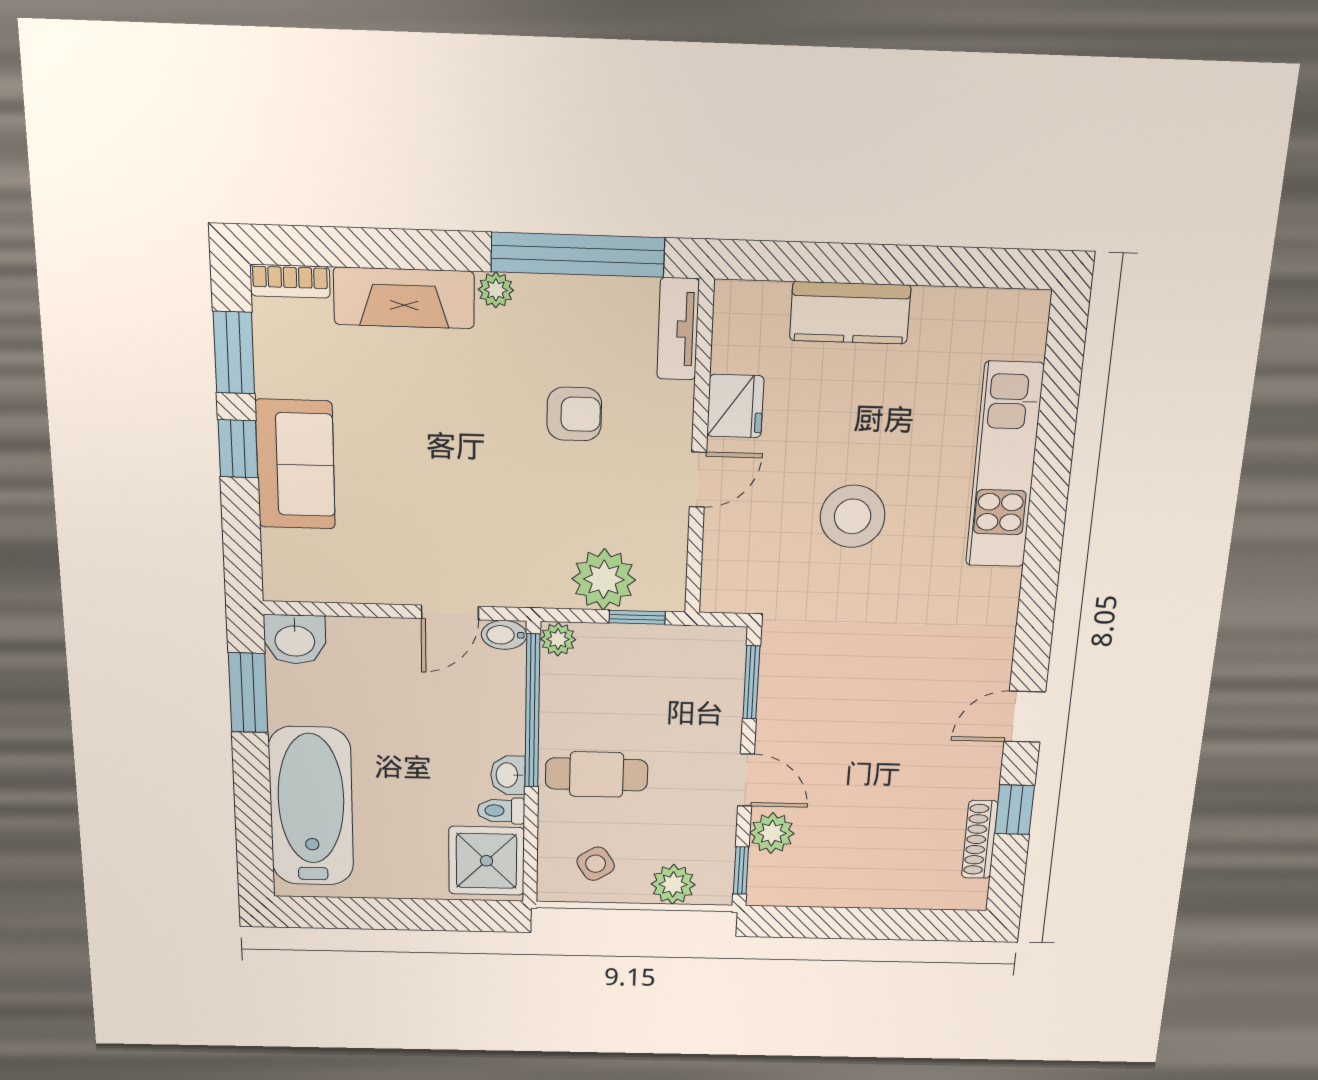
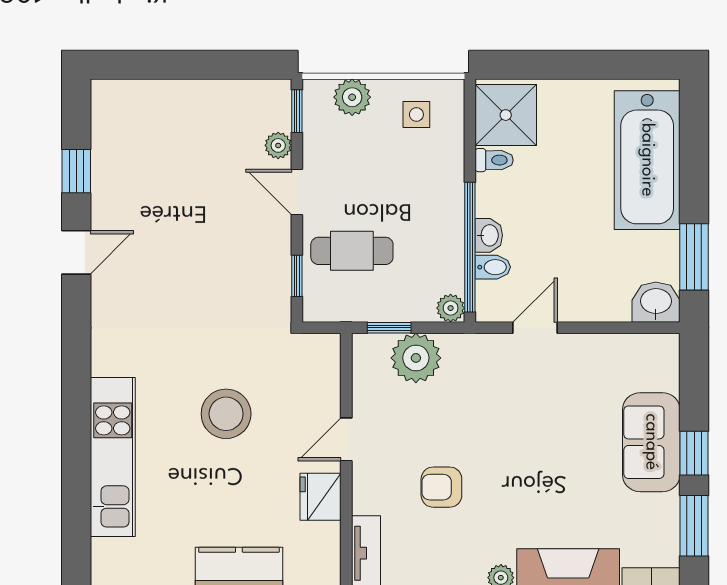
bidet: (504, 635) -> (493, 267), moved
window: (751, 682) -> (297, 276), width x0.67
cafe table: (597, 774) -> (352, 251), moved
washbasin: (508, 775) -> (489, 235), moved
plant: (772, 833) -> (278, 145), width x0.73, depth x0.73
shoe rack: (980, 839) -> (102, 144), removed
side table: (596, 864) -> (416, 115), turned 32

